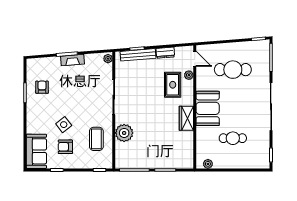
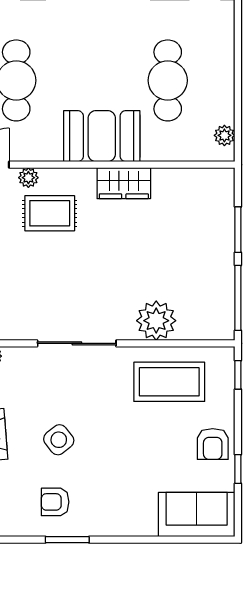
side table: (64, 125) -> (59, 440), moved
cafe table: (233, 138) -> (168, 80), width x1.37, depth x1.35
coffee table: (96, 139) -> (169, 382), width x1.36, depth x1.32
armchair: (65, 147) -> (213, 444), moved

